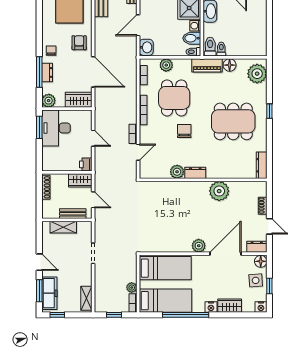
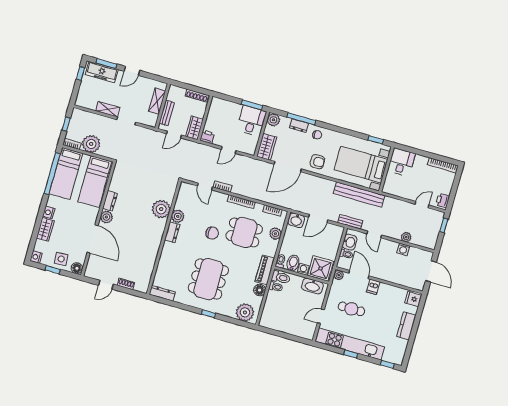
door: (138, 25) -> (318, 219), swing flipped
desk: (56, 128) -> (252, 121), width x0.73
plant: (219, 191) -> (161, 209), moved
dresser: (257, 247) -> (110, 201), moved
plant: (132, 288) -> (91, 144), width x1.88, depth x1.88
shelving: (86, 298) -> (108, 109), moved
window: (186, 315) -> (52, 173), moved

